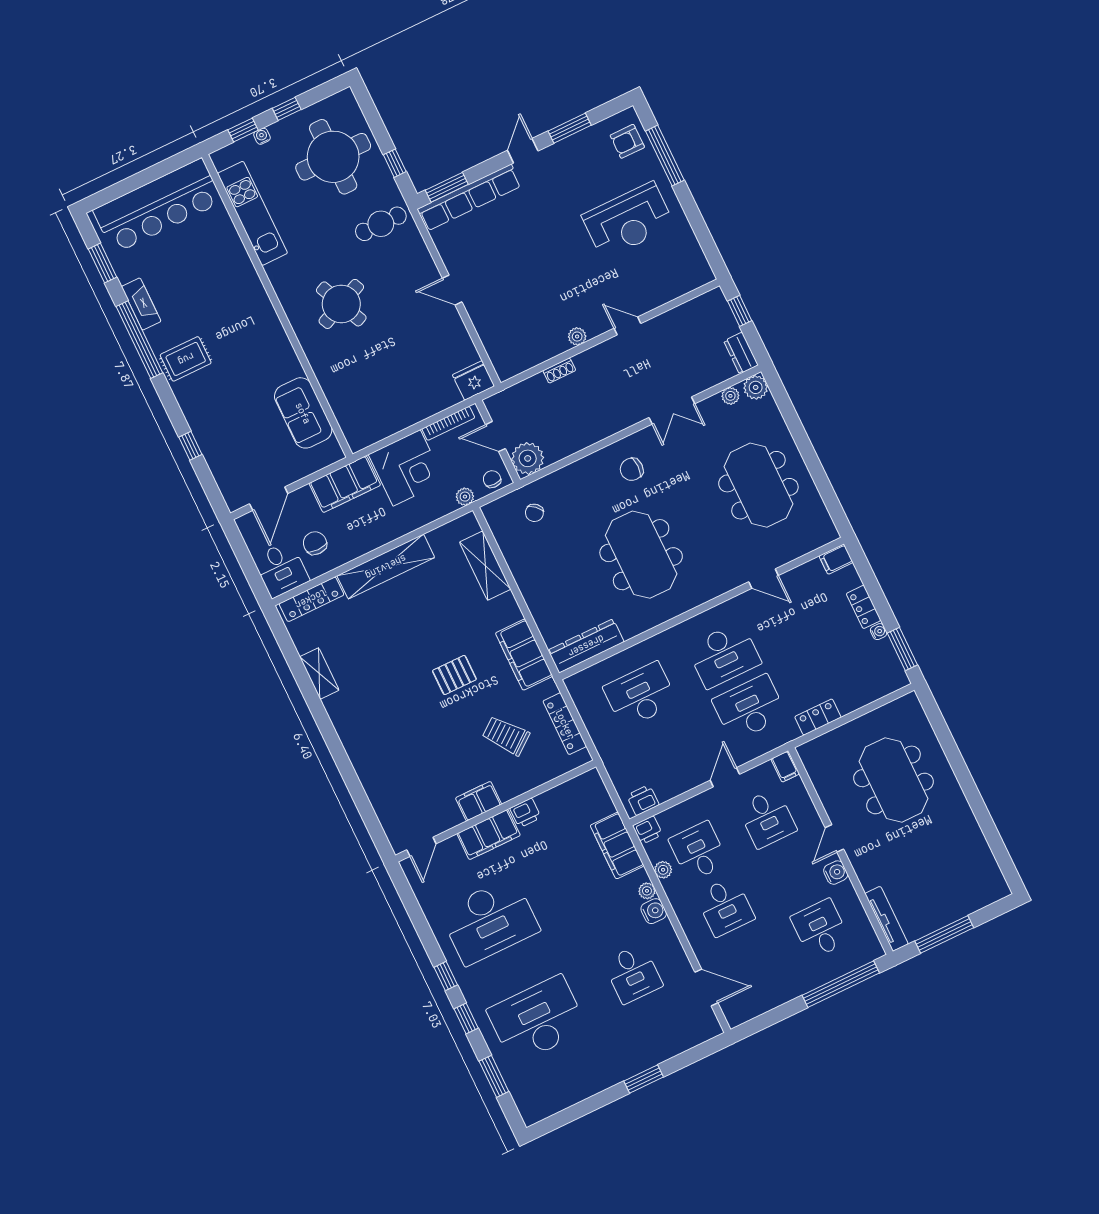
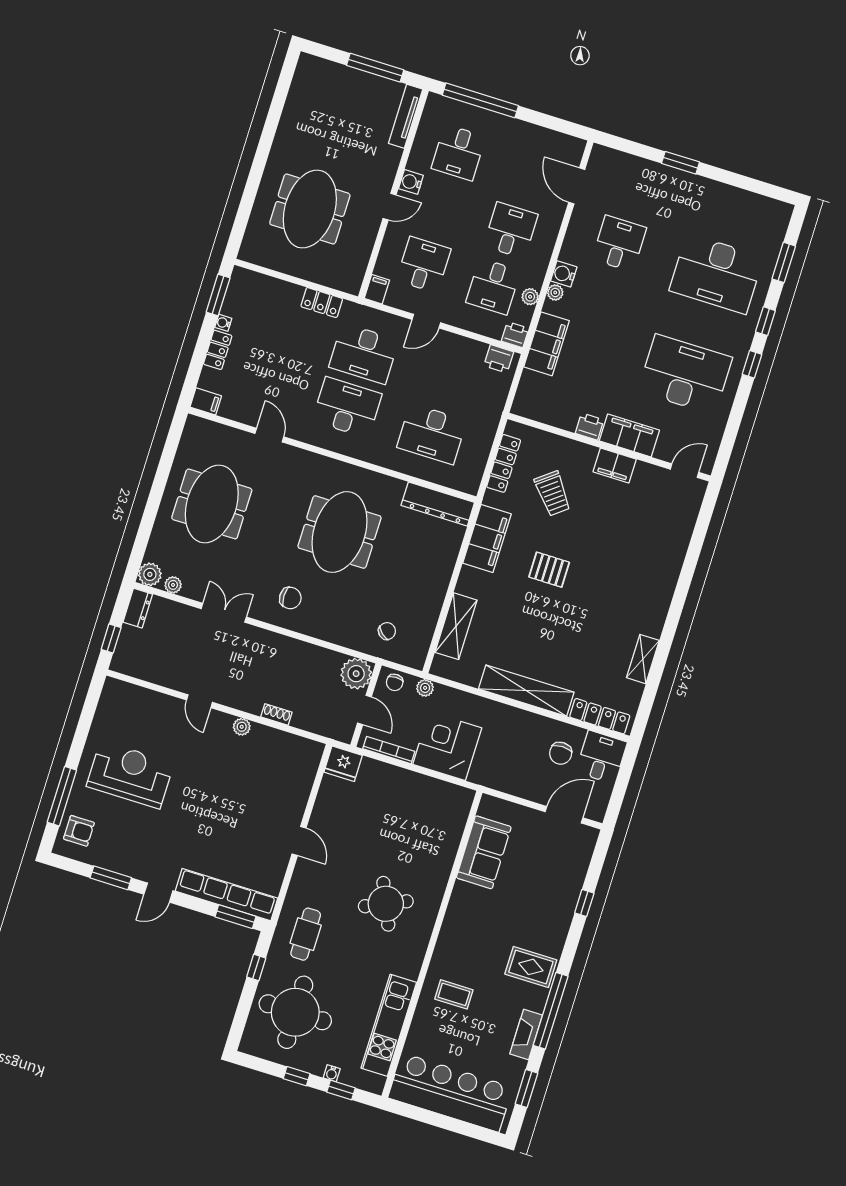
cafe table: (381, 224) -> (306, 934), turned 90
coffee table: (225, 283) -> (454, 994), added
filing cabinet: (345, 484) -> (501, 775), removed

